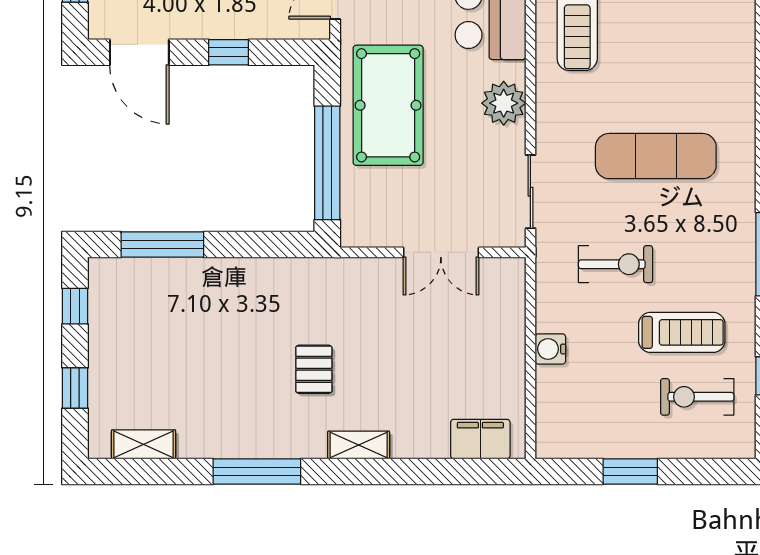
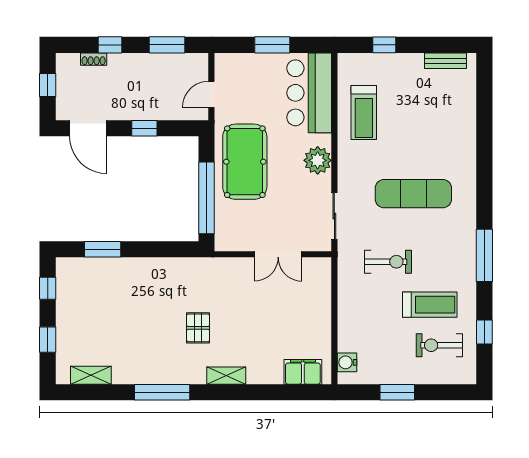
window: (162, 244) -> (103, 249), width x0.69
water cooler: (550, 349) -> (347, 362), moved

